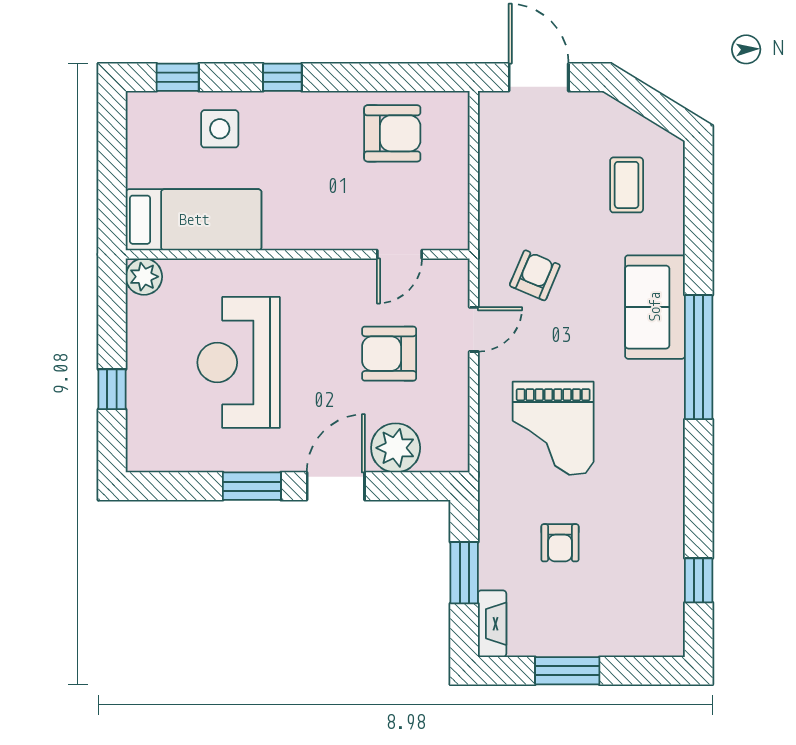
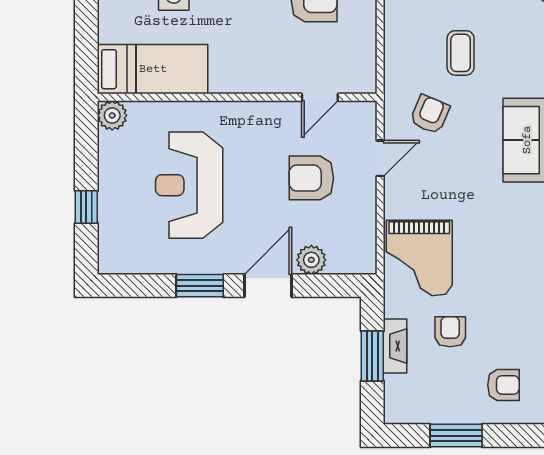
coffee table: (627, 185) -> (461, 53), moved
grand piano: (553, 428) -> (419, 258), moved
plant: (396, 448) -> (311, 260), width x0.73, depth x0.73
armchair: (560, 543) -> (450, 332), turned 180
armchair: (626, 608) -> (503, 385), added
fireplace: (492, 624) -> (395, 346), moved

